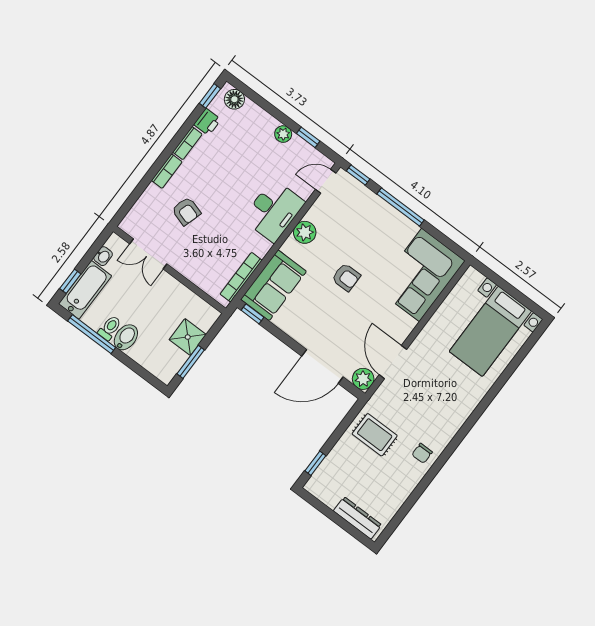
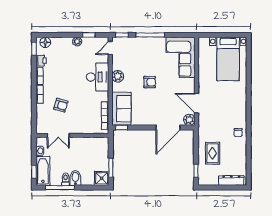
shower: (188, 337) -> (102, 178), moved
rug: (375, 435) -> (213, 153), moved, turned 90

